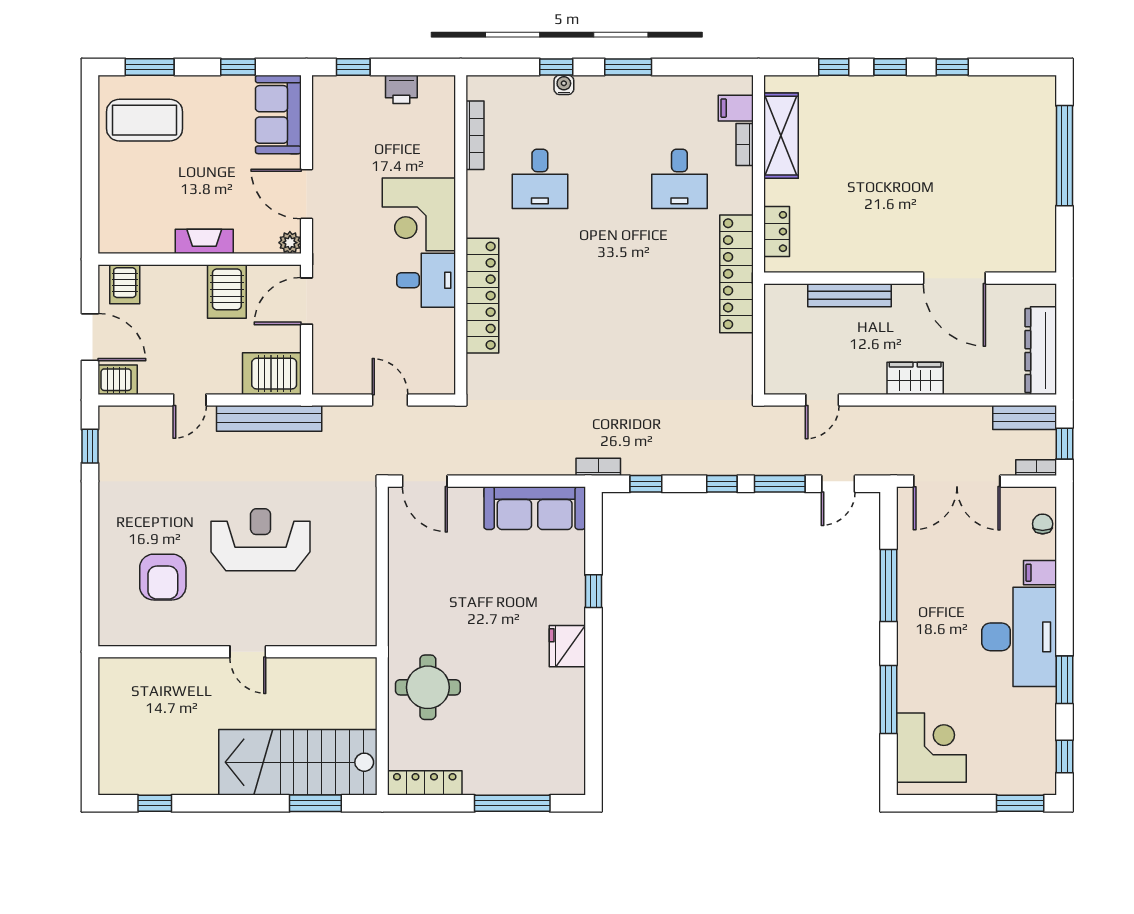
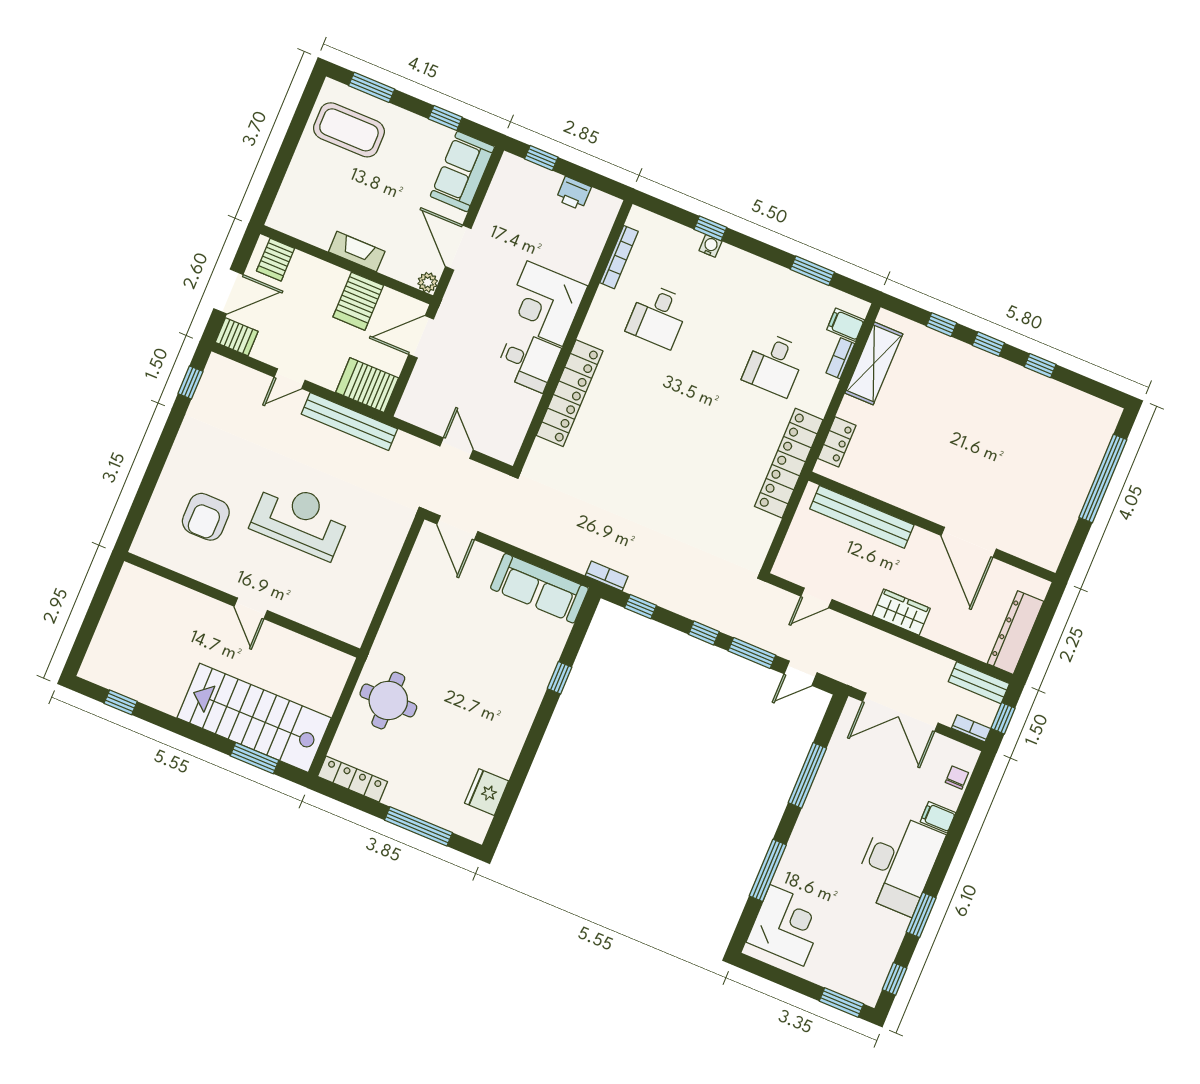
window: (628, 67) -> (812, 271), moved
bench: (850, 295) -> (862, 517), width x1.37, depth x1.21
door: (90, 337) -> (228, 292), hinge flipped
fridge: (567, 646) -> (487, 792), moved

